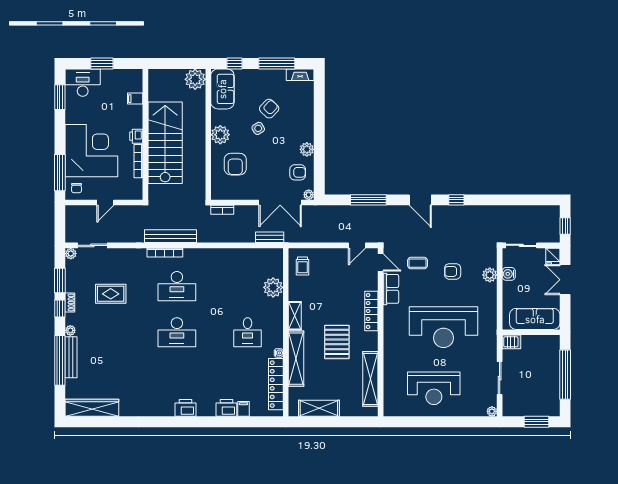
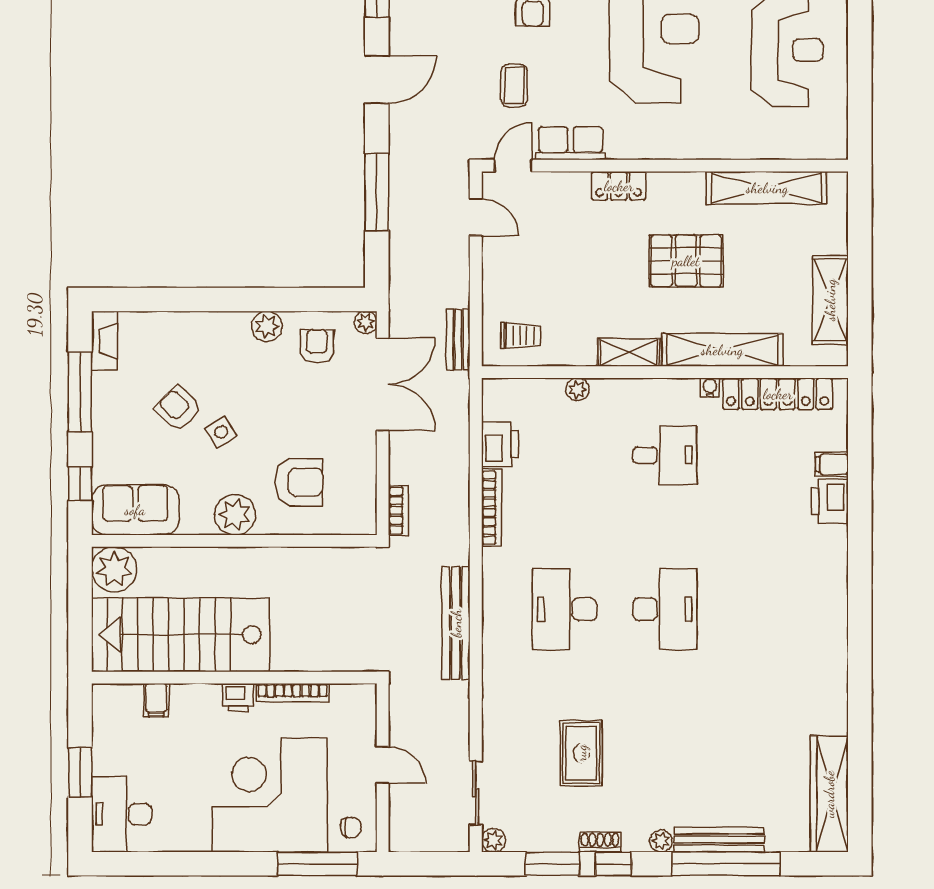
window: (60, 97) -> (153, 864), removed
stairs: (165, 143) -> (181, 635), moved
bench: (270, 237) -> (458, 340), moved
bookcase: (165, 253) -> (491, 508), moved
desk: (177, 286) -> (564, 609), turned 180
plant: (273, 287) -> (577, 389), width x0.53, depth x0.53
locker: (371, 311) -> (619, 186), width x0.66
printer: (186, 408) -> (500, 444), moved, turned 180

